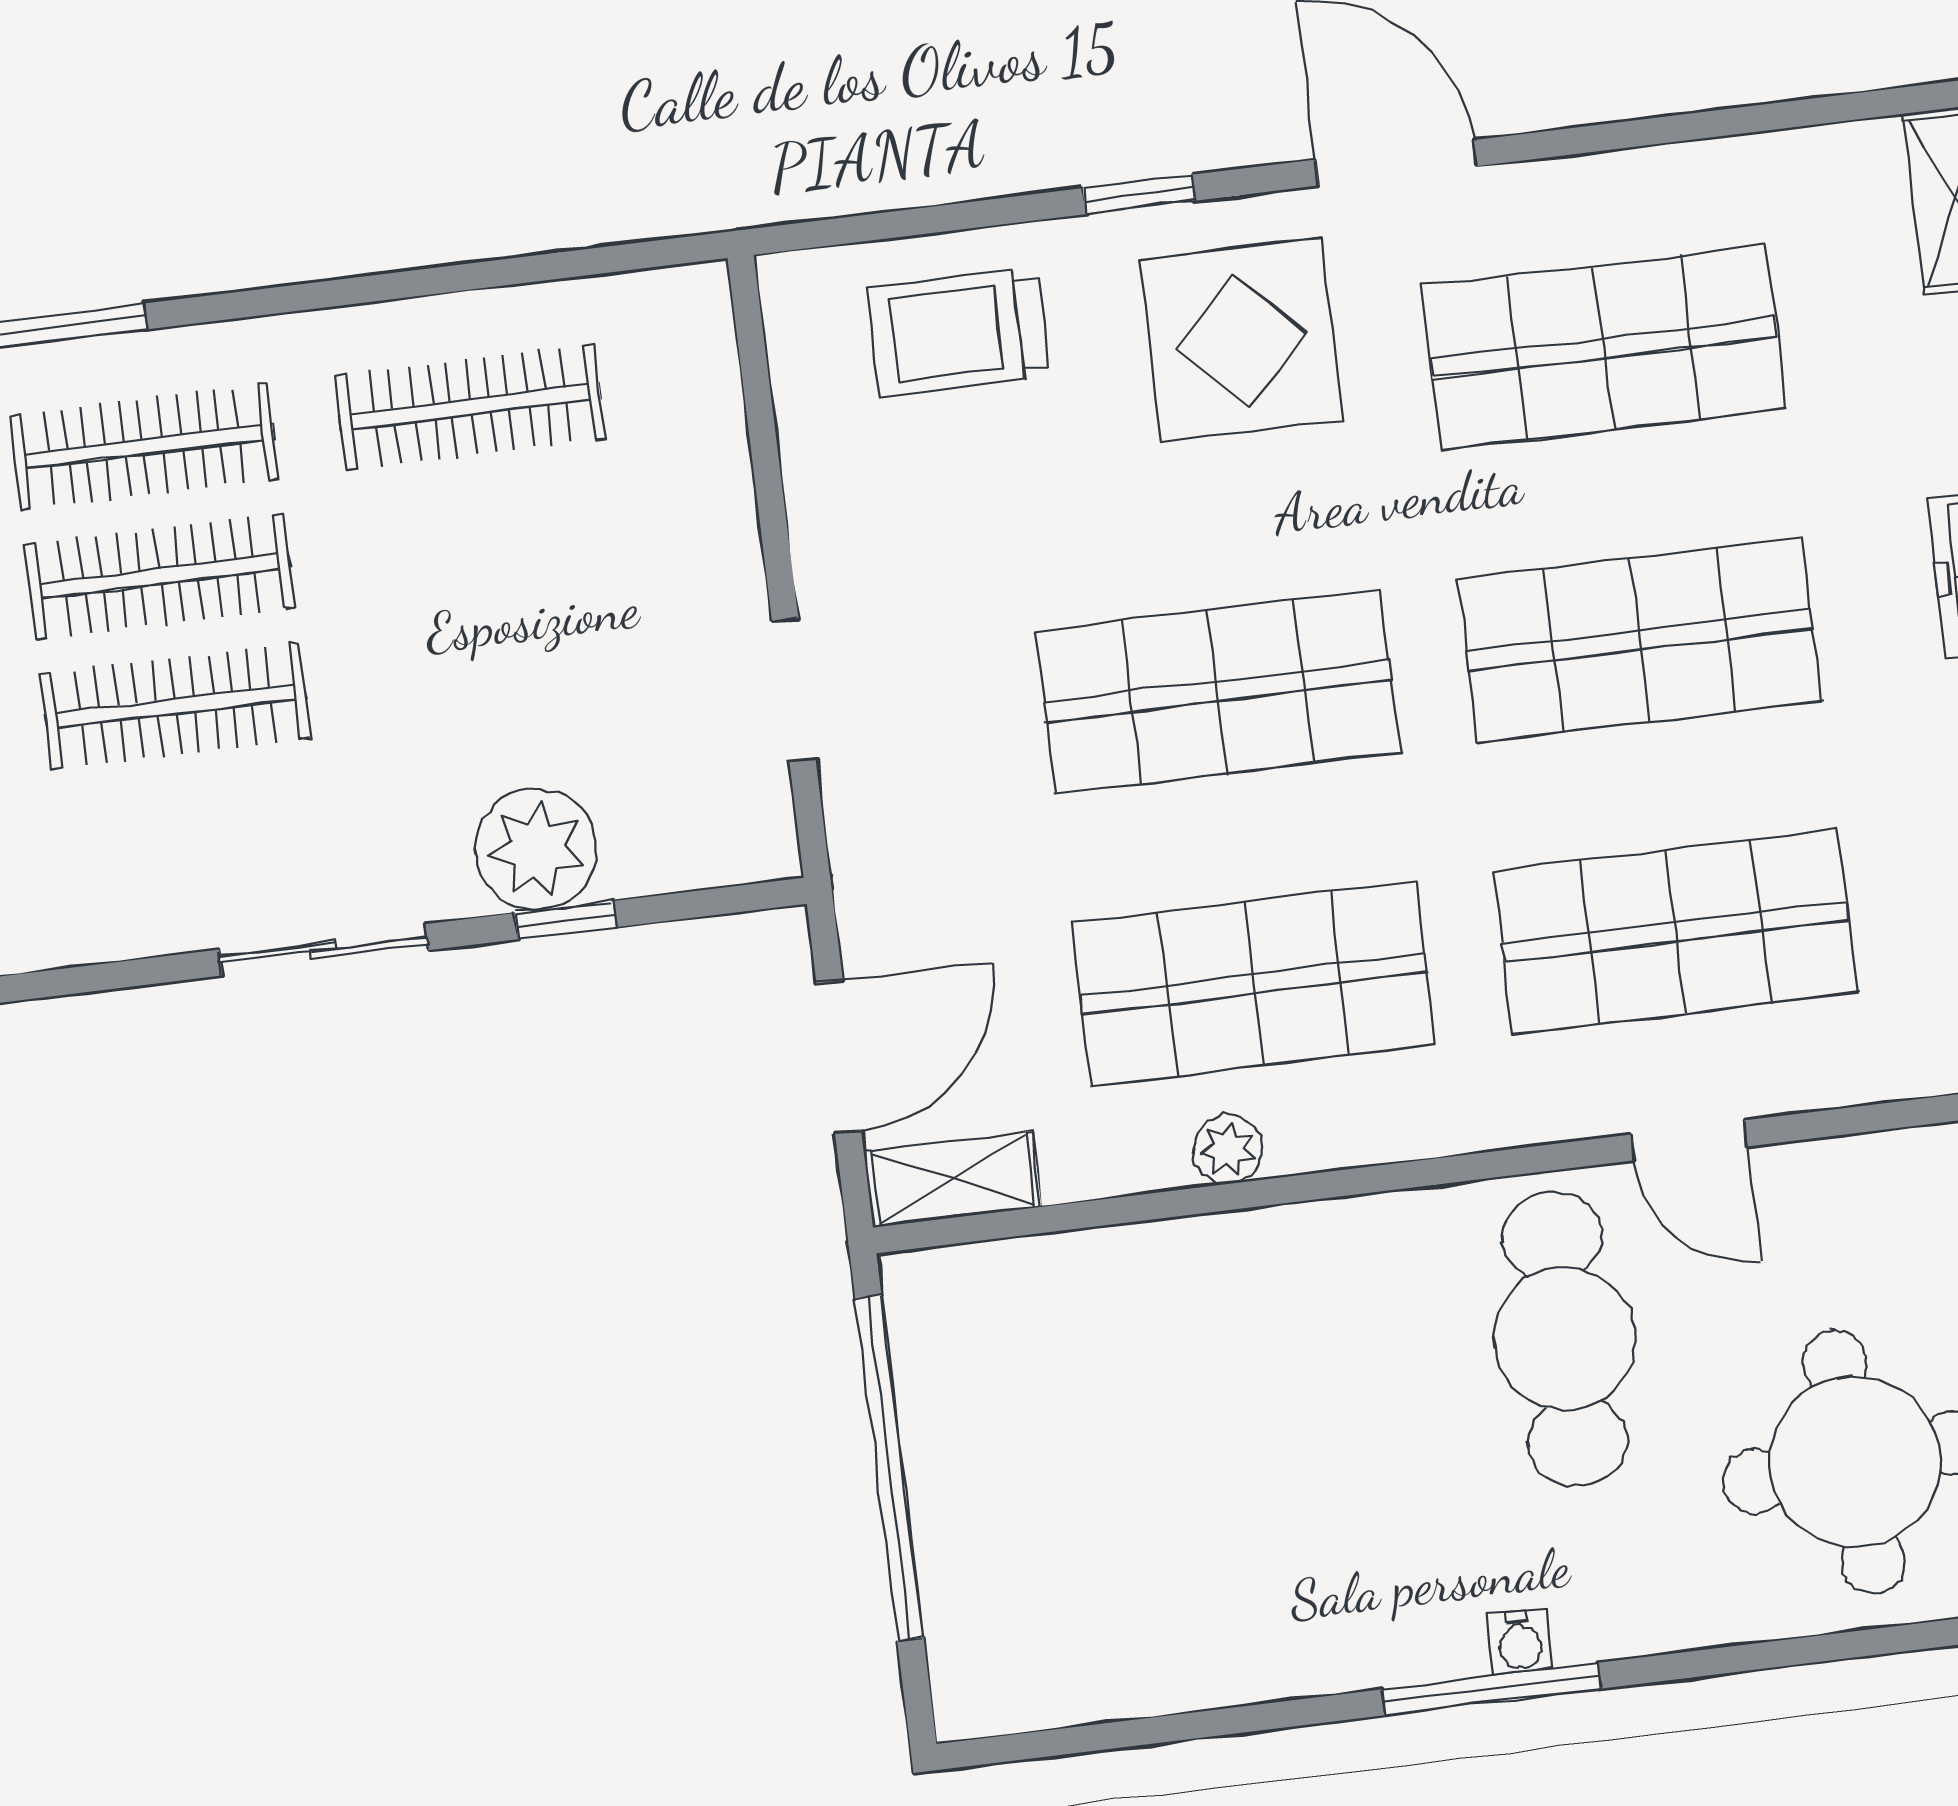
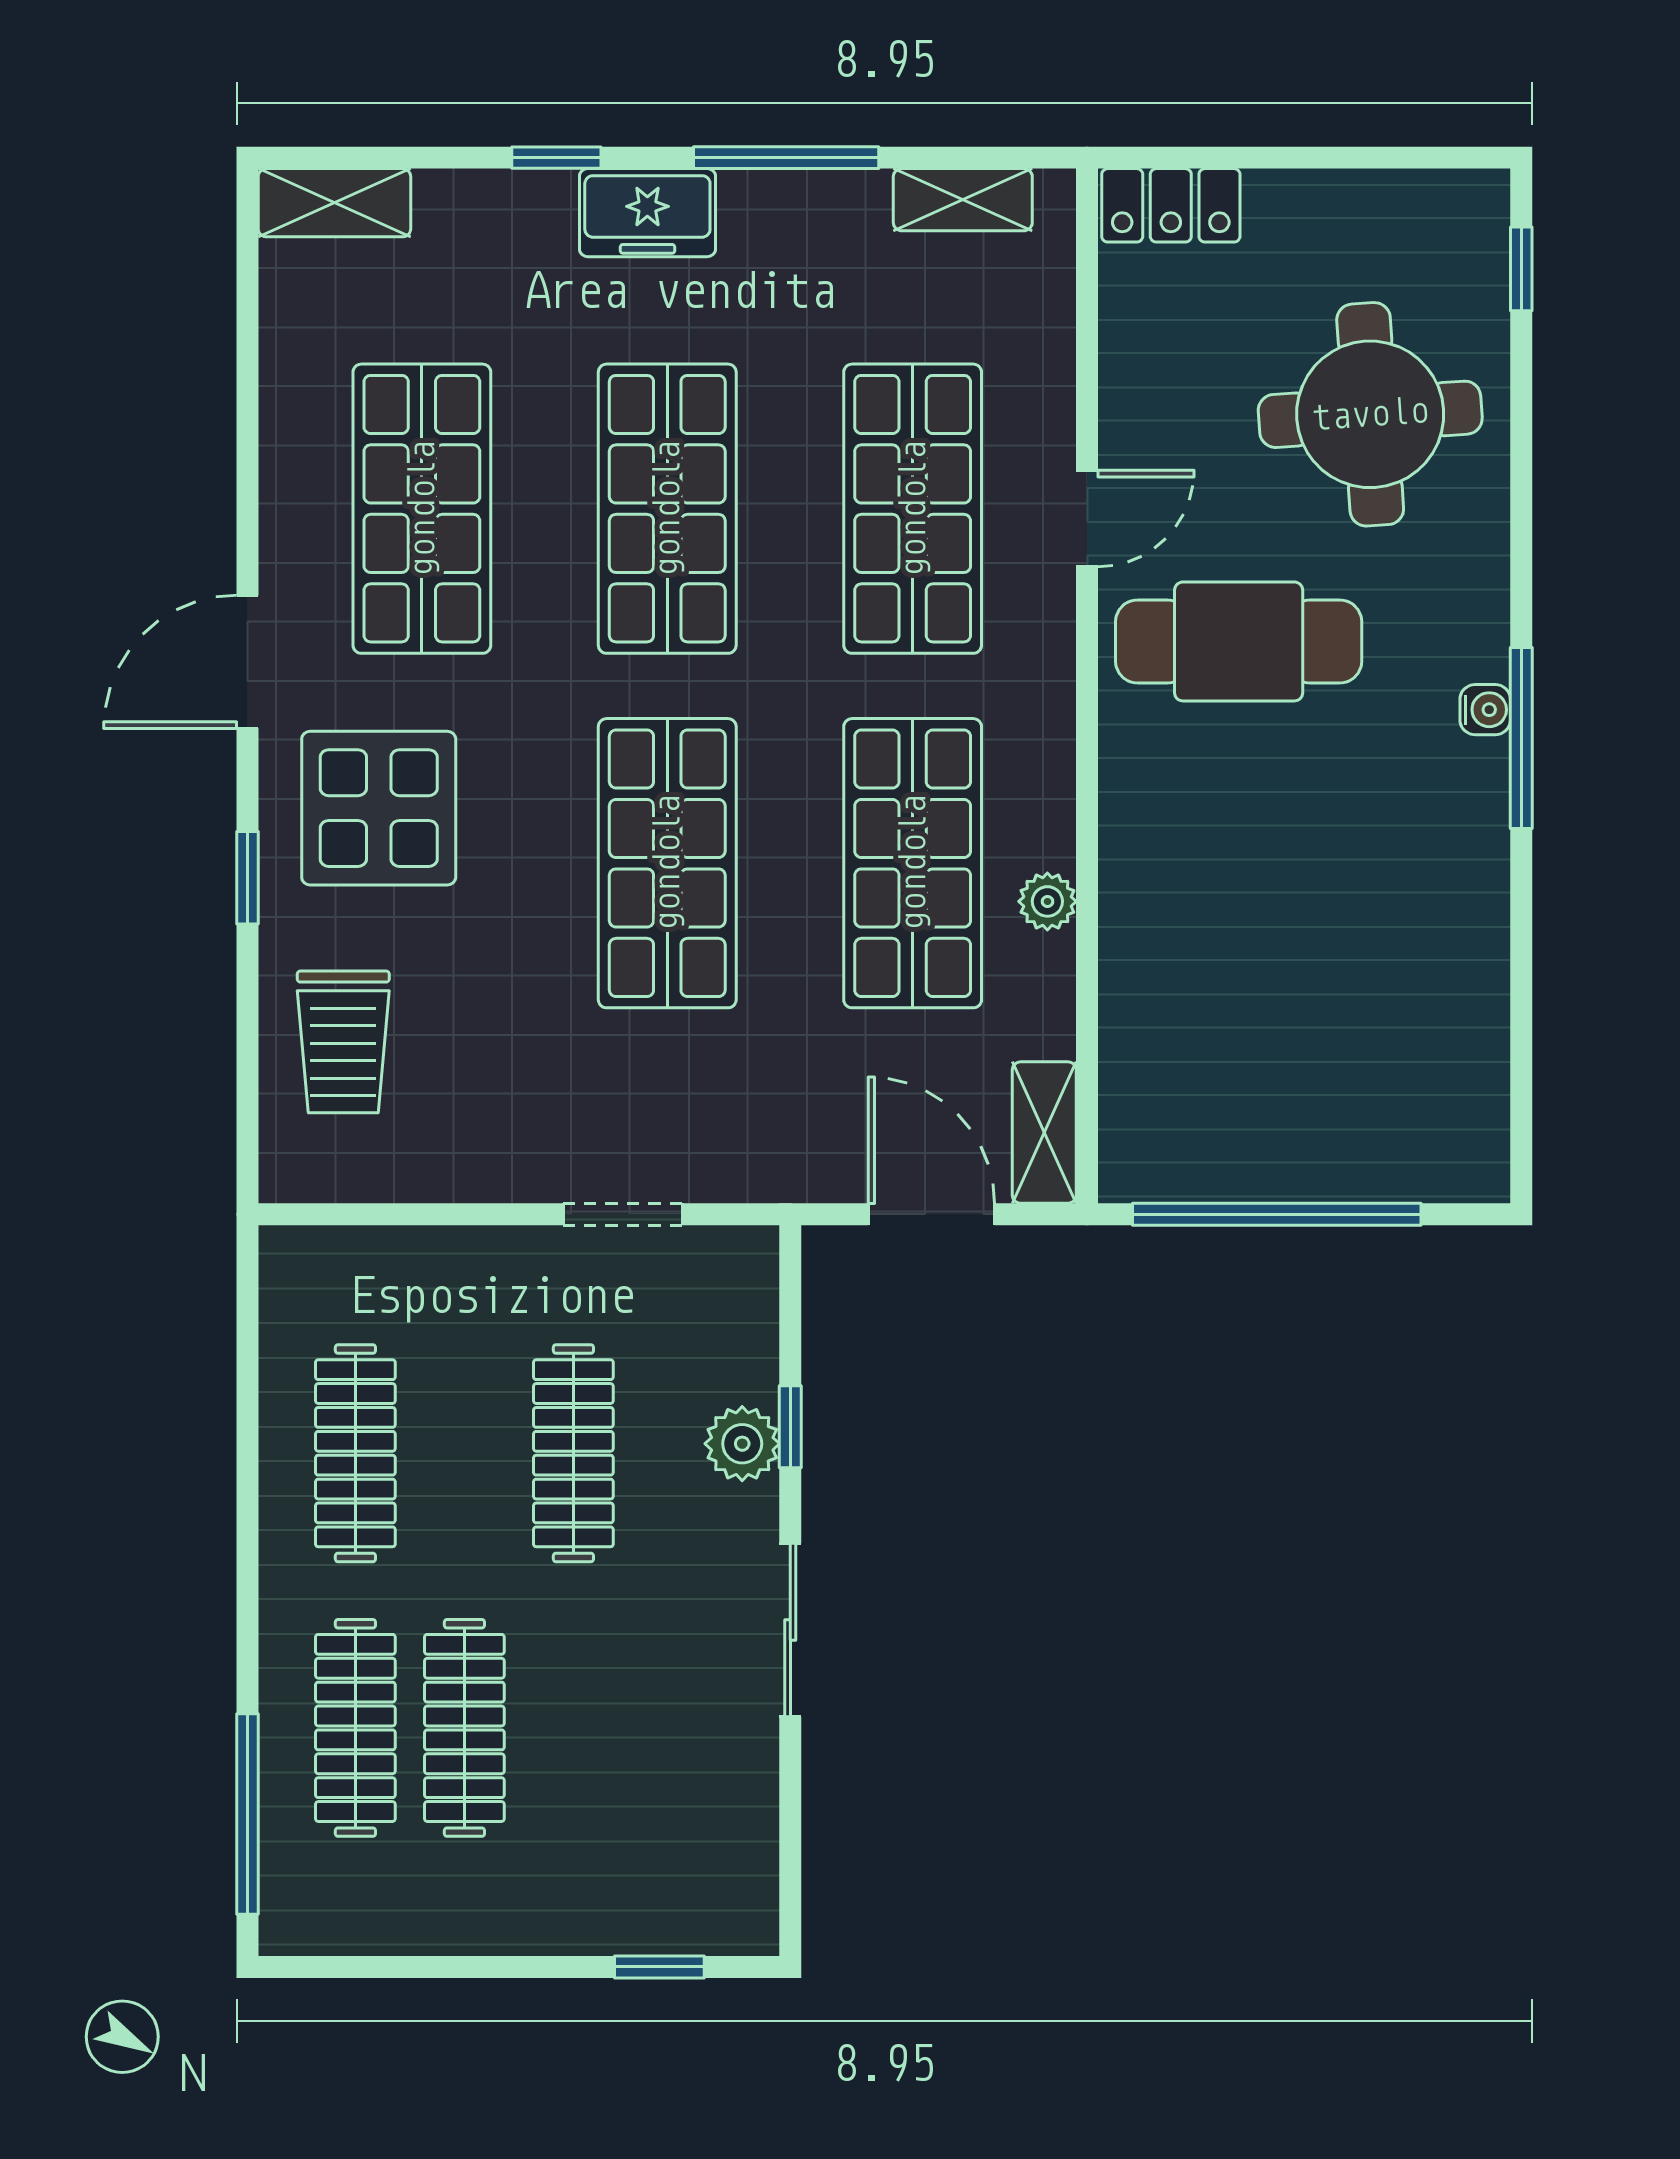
clothes rail: (176, 706) -> (573, 1453), moved
plant: (536, 849) -> (742, 1444), width x0.73, depth x0.73

